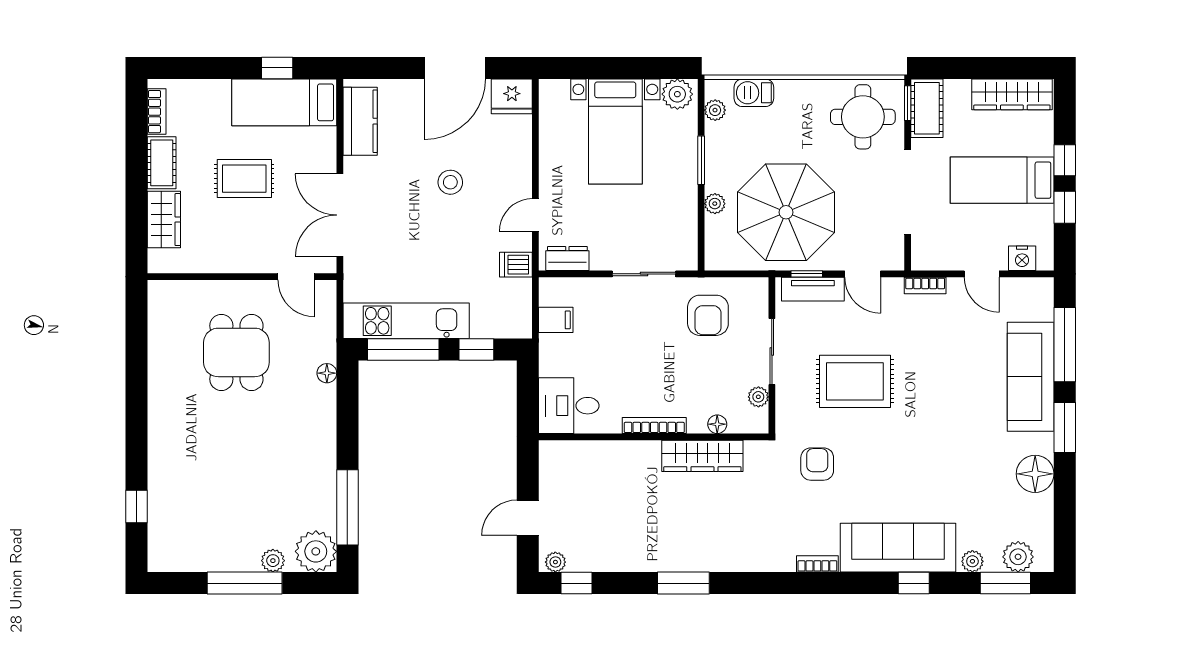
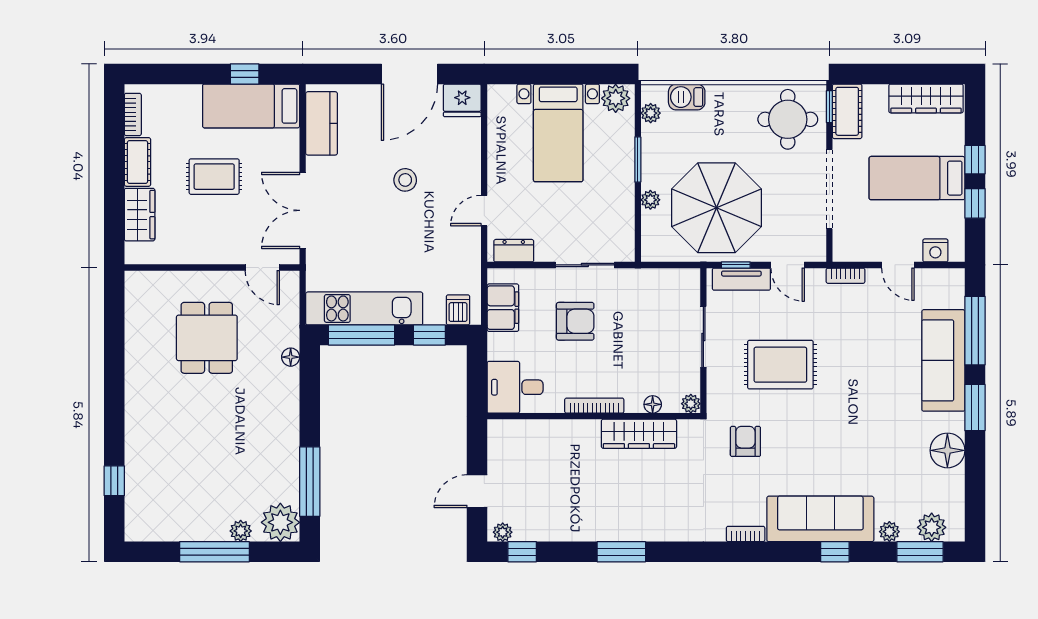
dishwasher: (516, 265) -> (458, 310), moved, turned 90
armchair: (708, 315) -> (575, 321), moved, turned -90
filing cabinet: (556, 320) -> (503, 308), width x2.00
plant: (758, 397) -> (691, 404), moved

